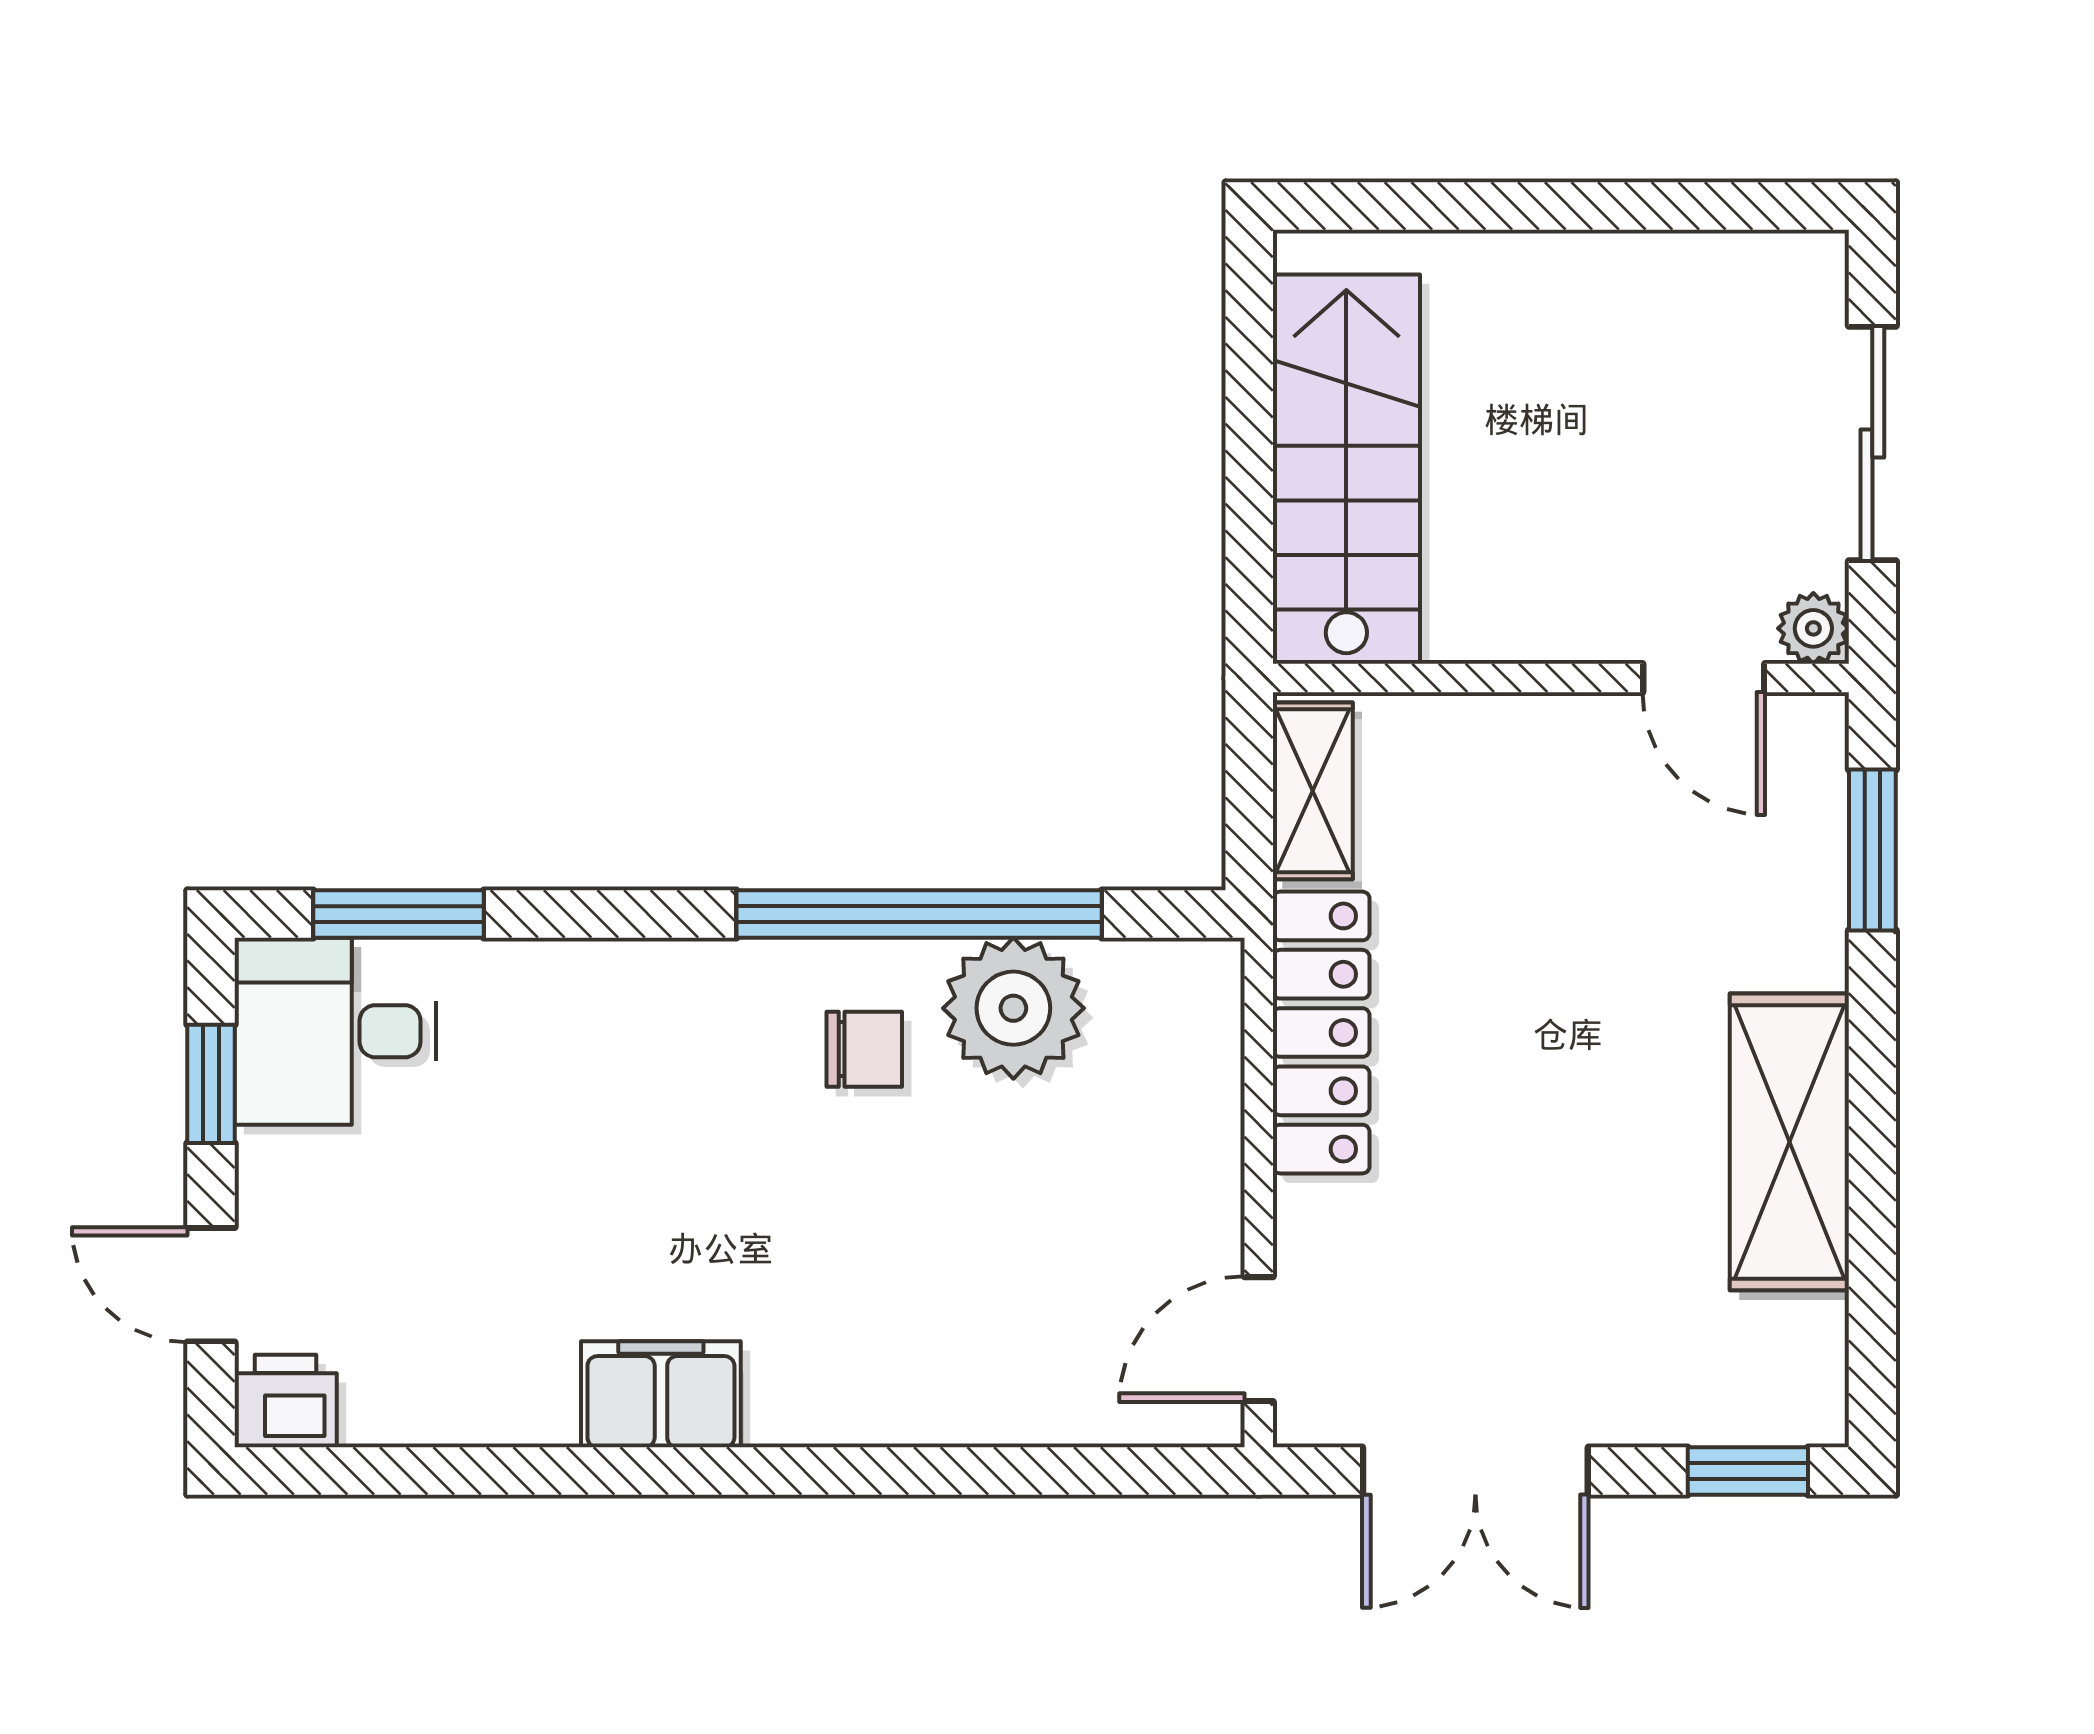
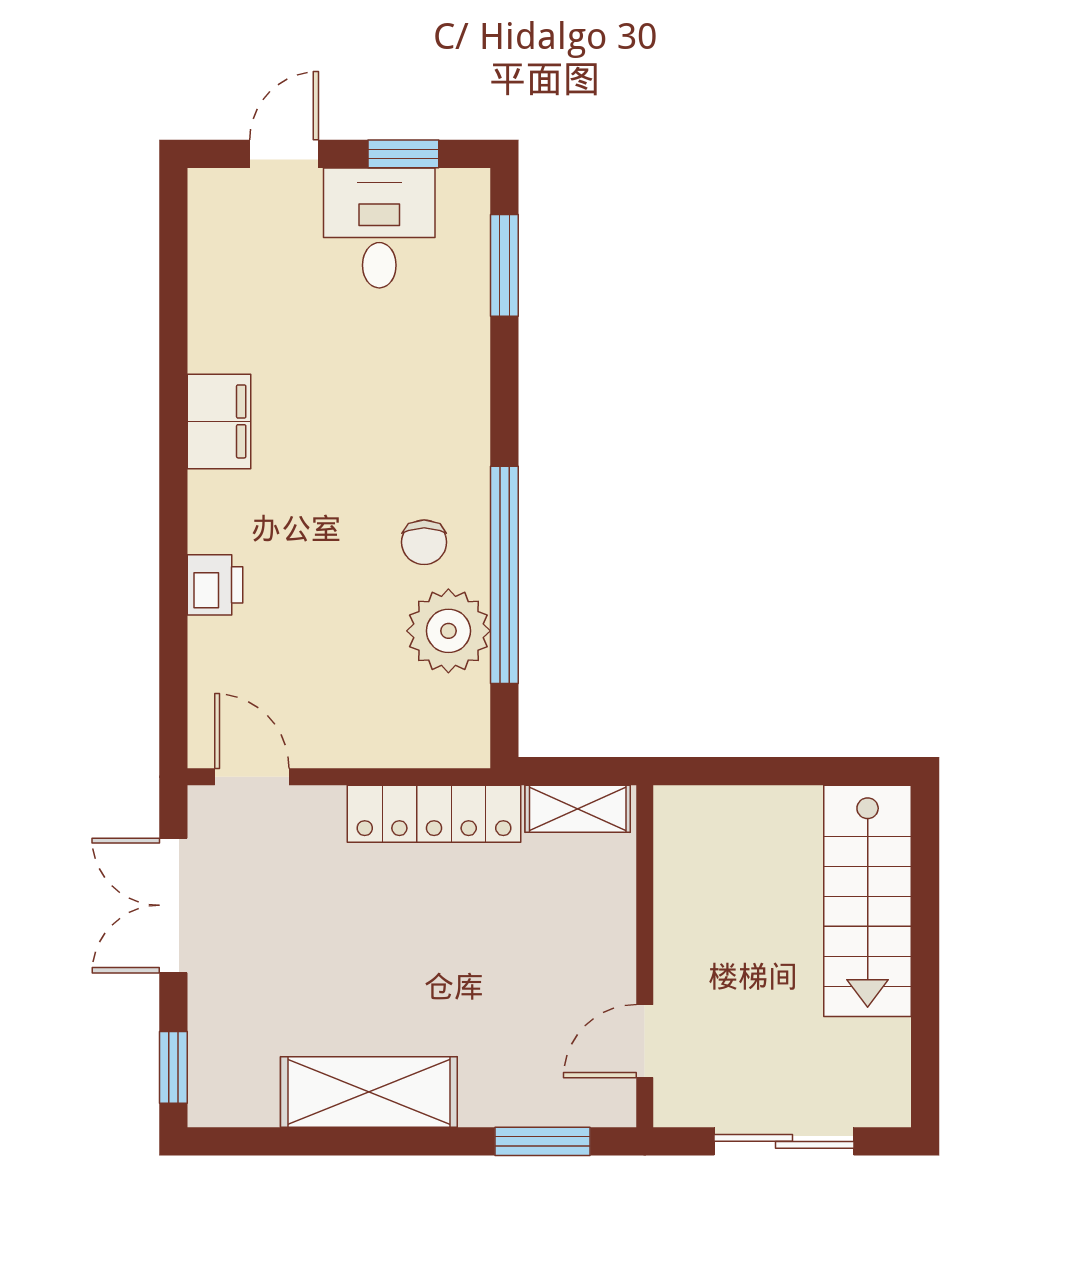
stairs: (1346, 469) -> (868, 901), moved, turned 90
plant: (1813, 628) -> (674, 1106), removed
desk: (335, 1031) -> (379, 228), moved
printer: (286, 1401) -> (215, 585), moved

